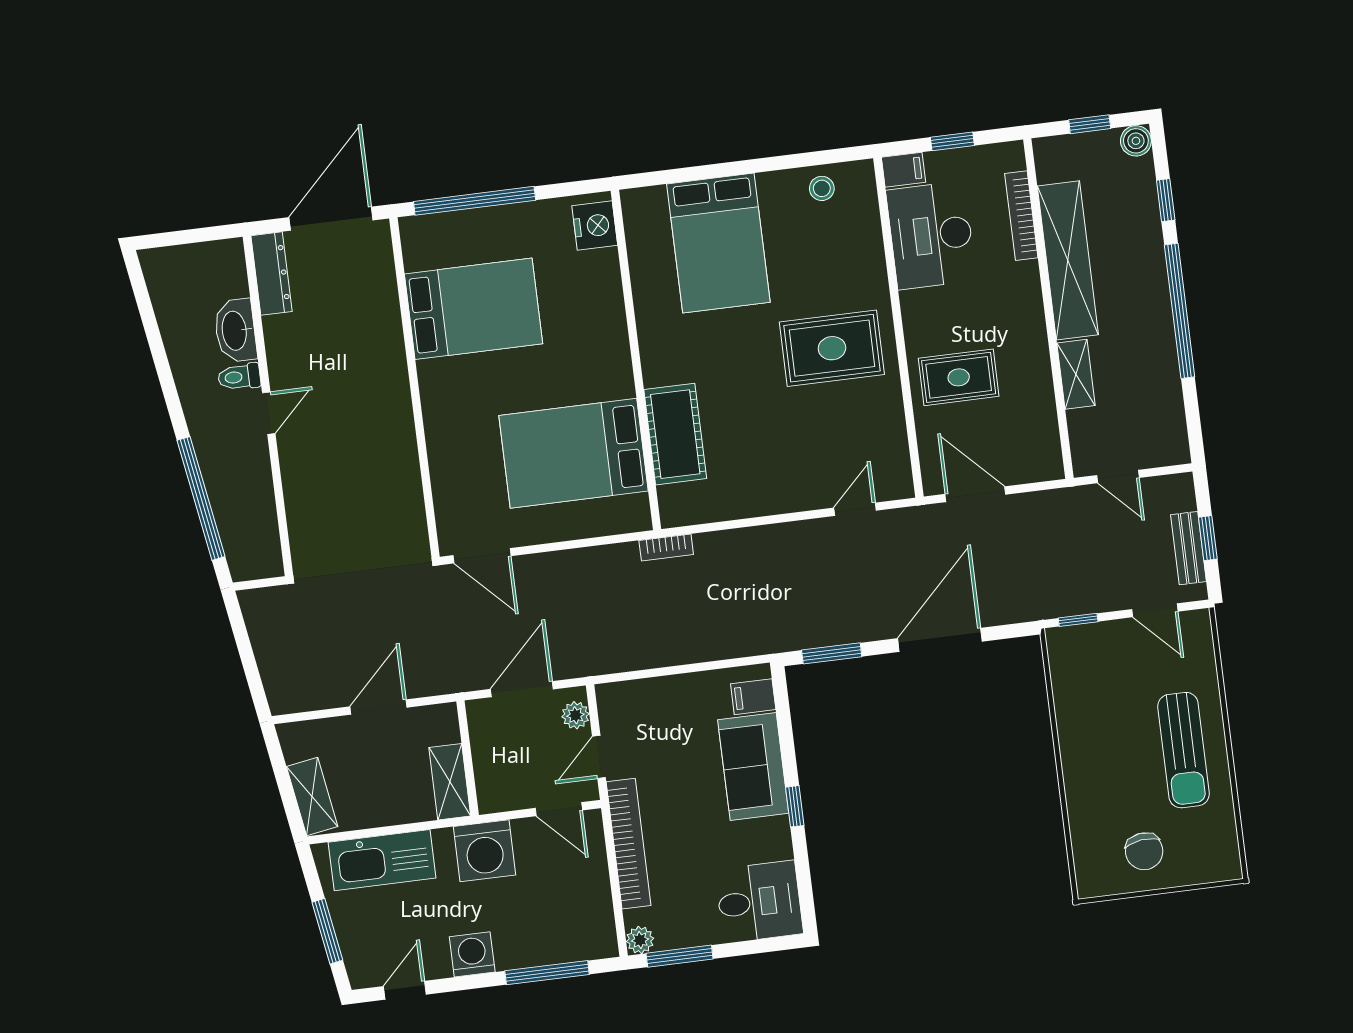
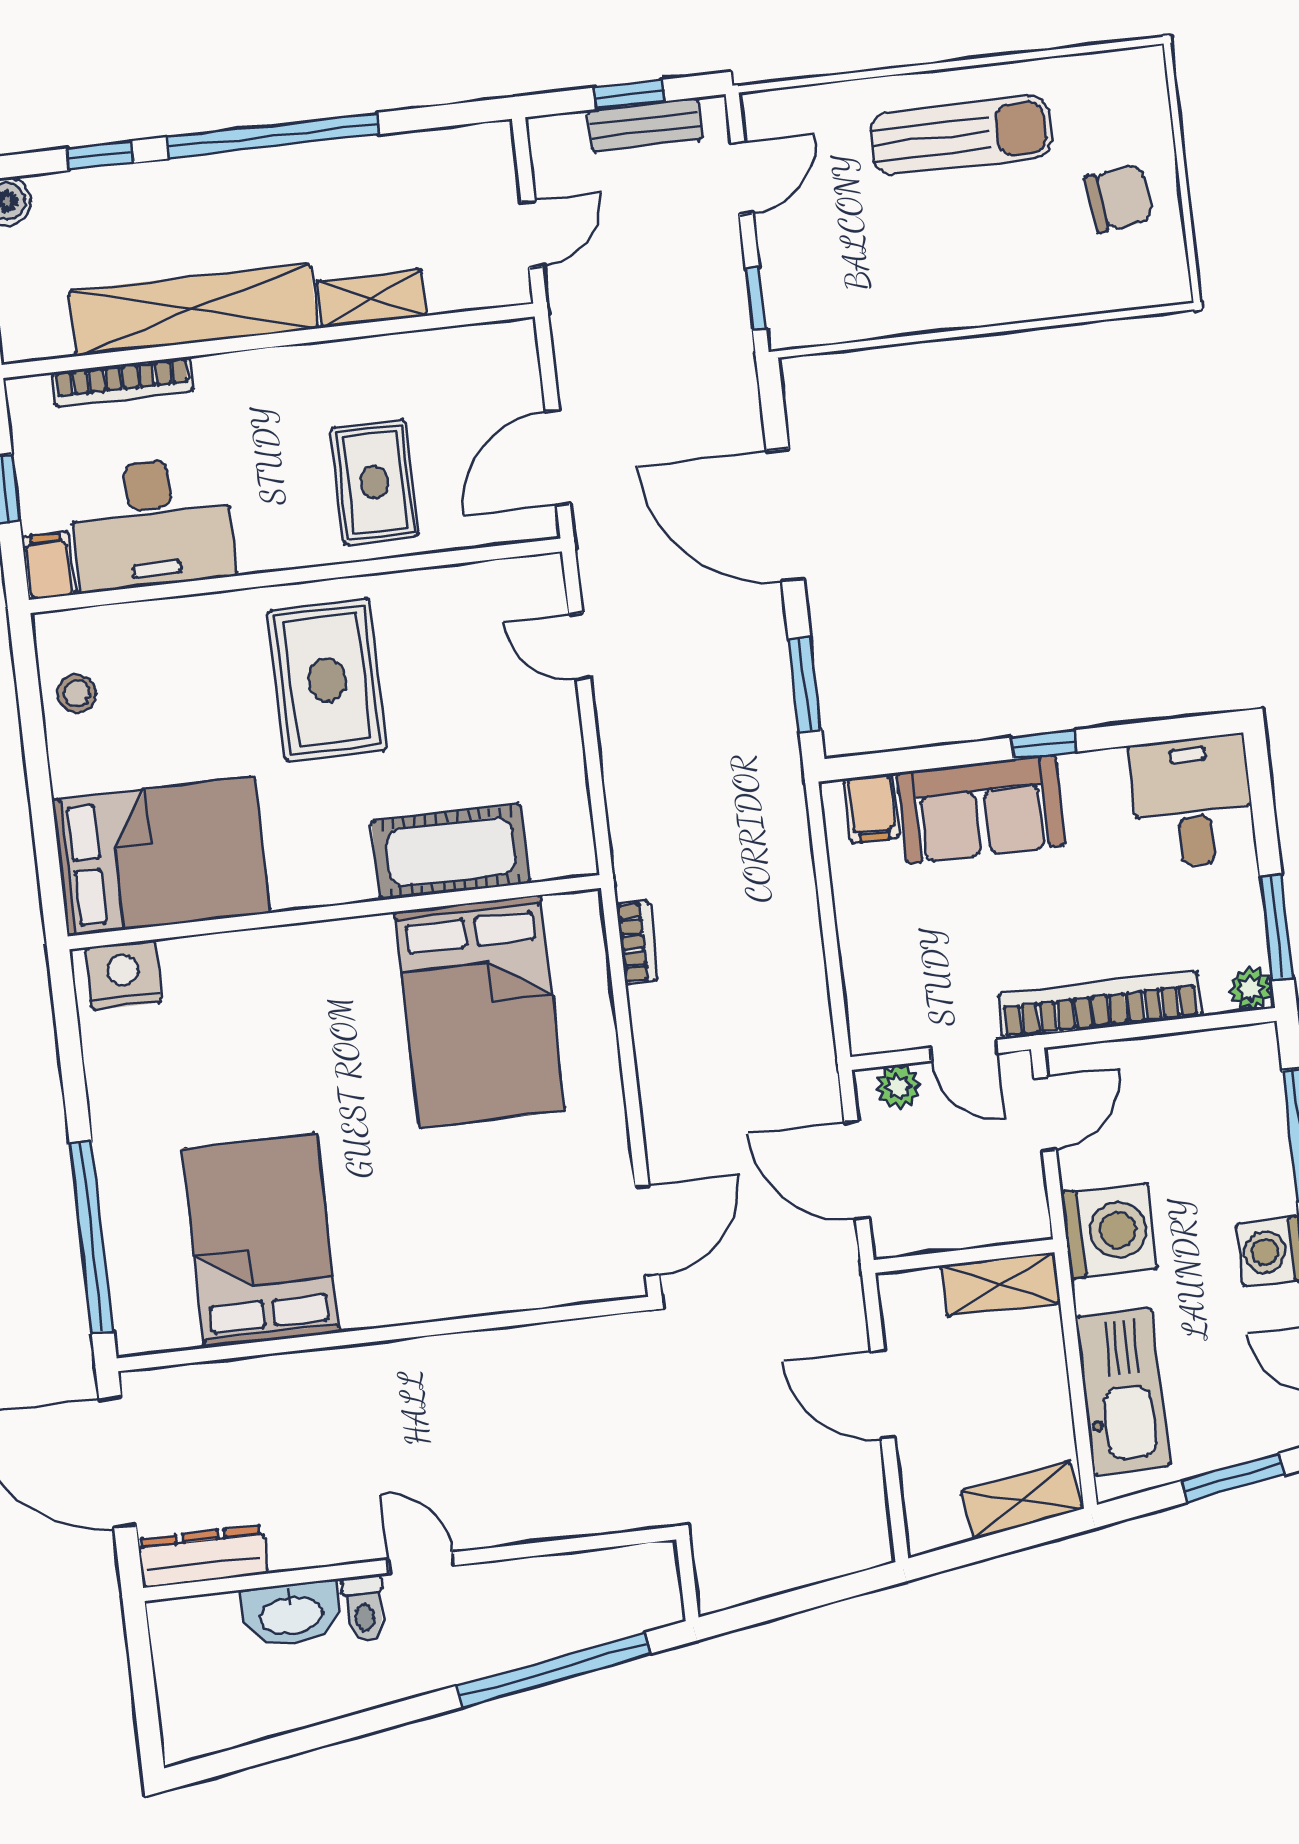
nightstand: (595, 226) -> (123, 975), moved
wall: (636, 360) -> (334, 912), moved
cot: (675, 434) -> (451, 852), moved
bed: (574, 453) -> (479, 1011), moved

